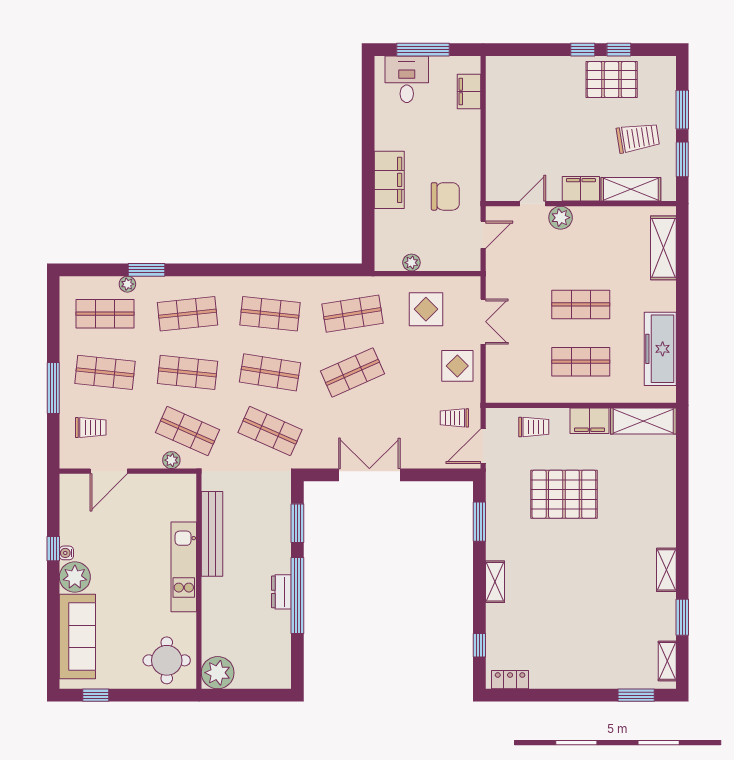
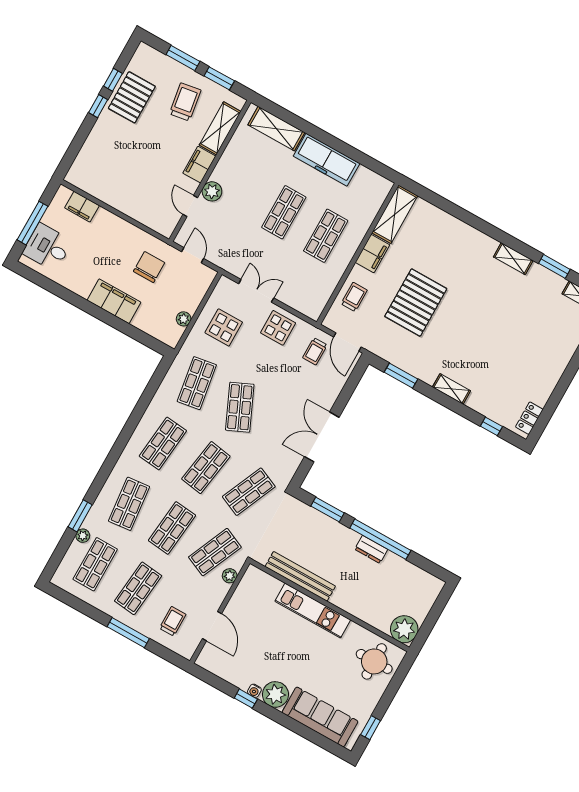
freezer: (660, 349) -> (327, 160), moved

